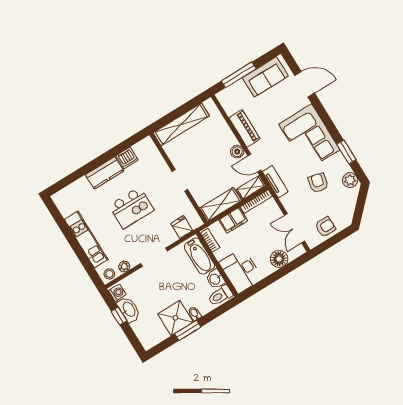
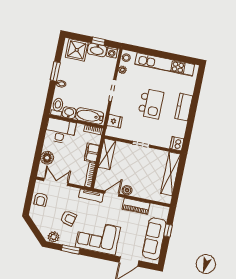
window: (239, 75) -> (168, 230), width x0.46
sofa: (265, 77) -> (154, 239), width x1.36
dishwasher: (127, 158) -> (177, 144), moved
shelving: (251, 188) -> (100, 179), removed
kitchen island: (131, 208) -> (151, 104), turned 180
kitchen unit: (86, 239) -> (165, 64), width x1.36
shower: (175, 318) -> (77, 50), moved

